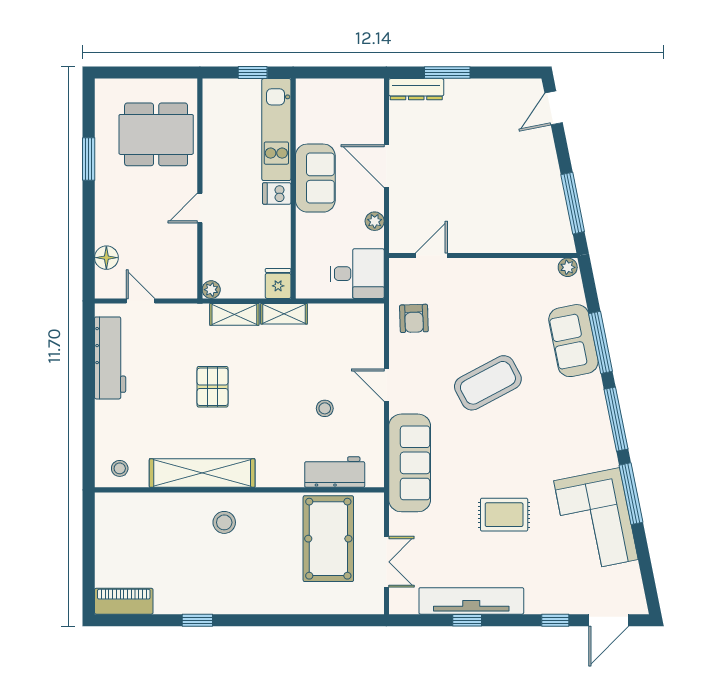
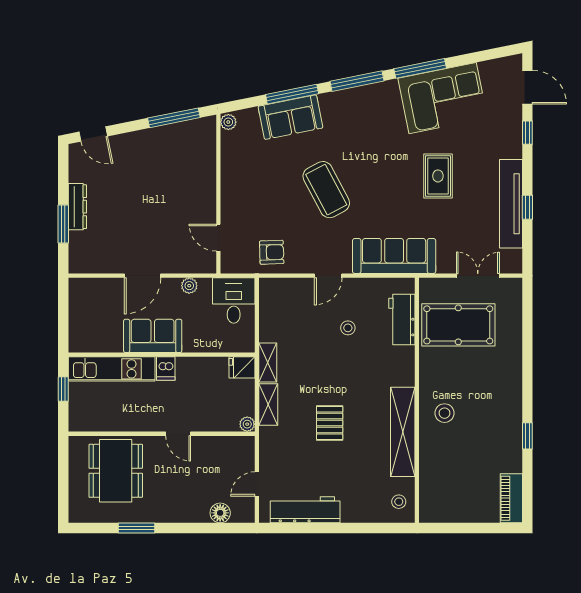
dresser: (416, 89) -> (77, 207), moved
pallet: (213, 387) -> (330, 423), turned 90

